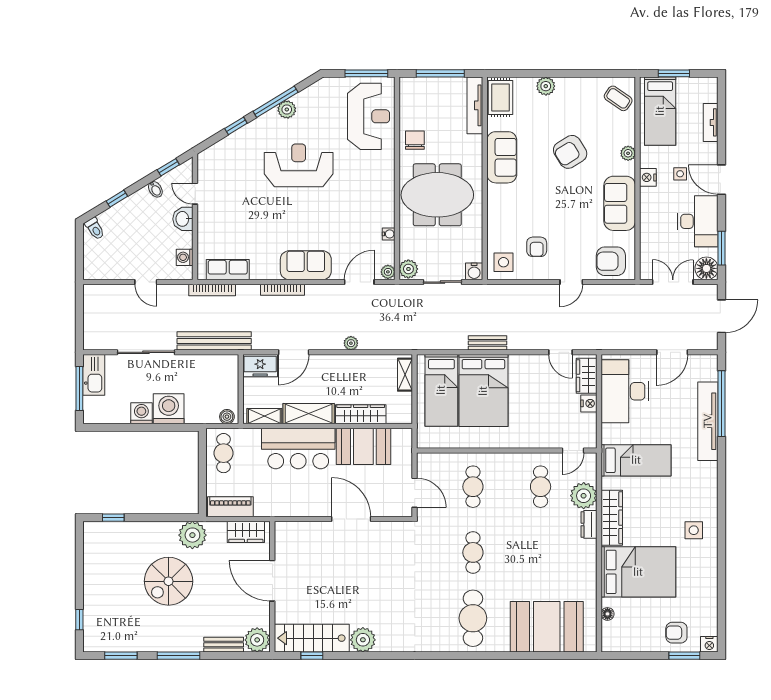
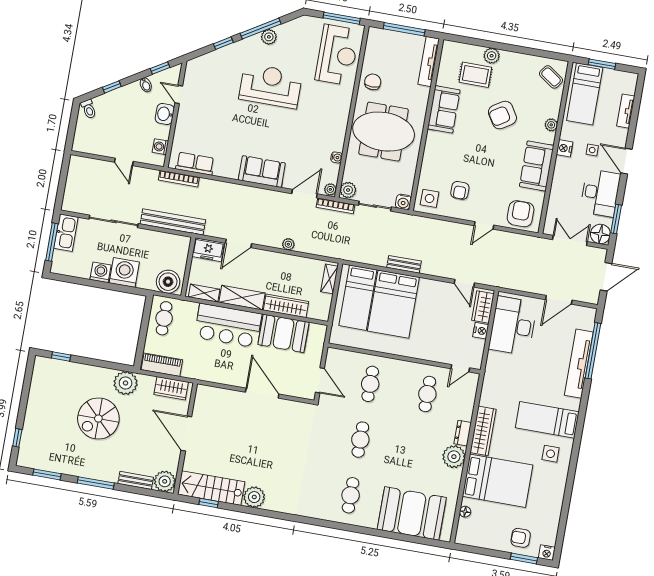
rug: (501, 98) -> (475, 75), moved, turned 90
armchair: (611, 261) -> (521, 214), turned 90
bookcase: (282, 290) -> (335, 206), moved
boiler: (227, 417) -> (168, 282), width x1.86, depth x1.86
bed: (636, 460) -> (547, 420), moved, turned 180
plant: (584, 496) -> (454, 457), moved
cafe table: (473, 618) -> (351, 495), width x0.73, depth x0.74

